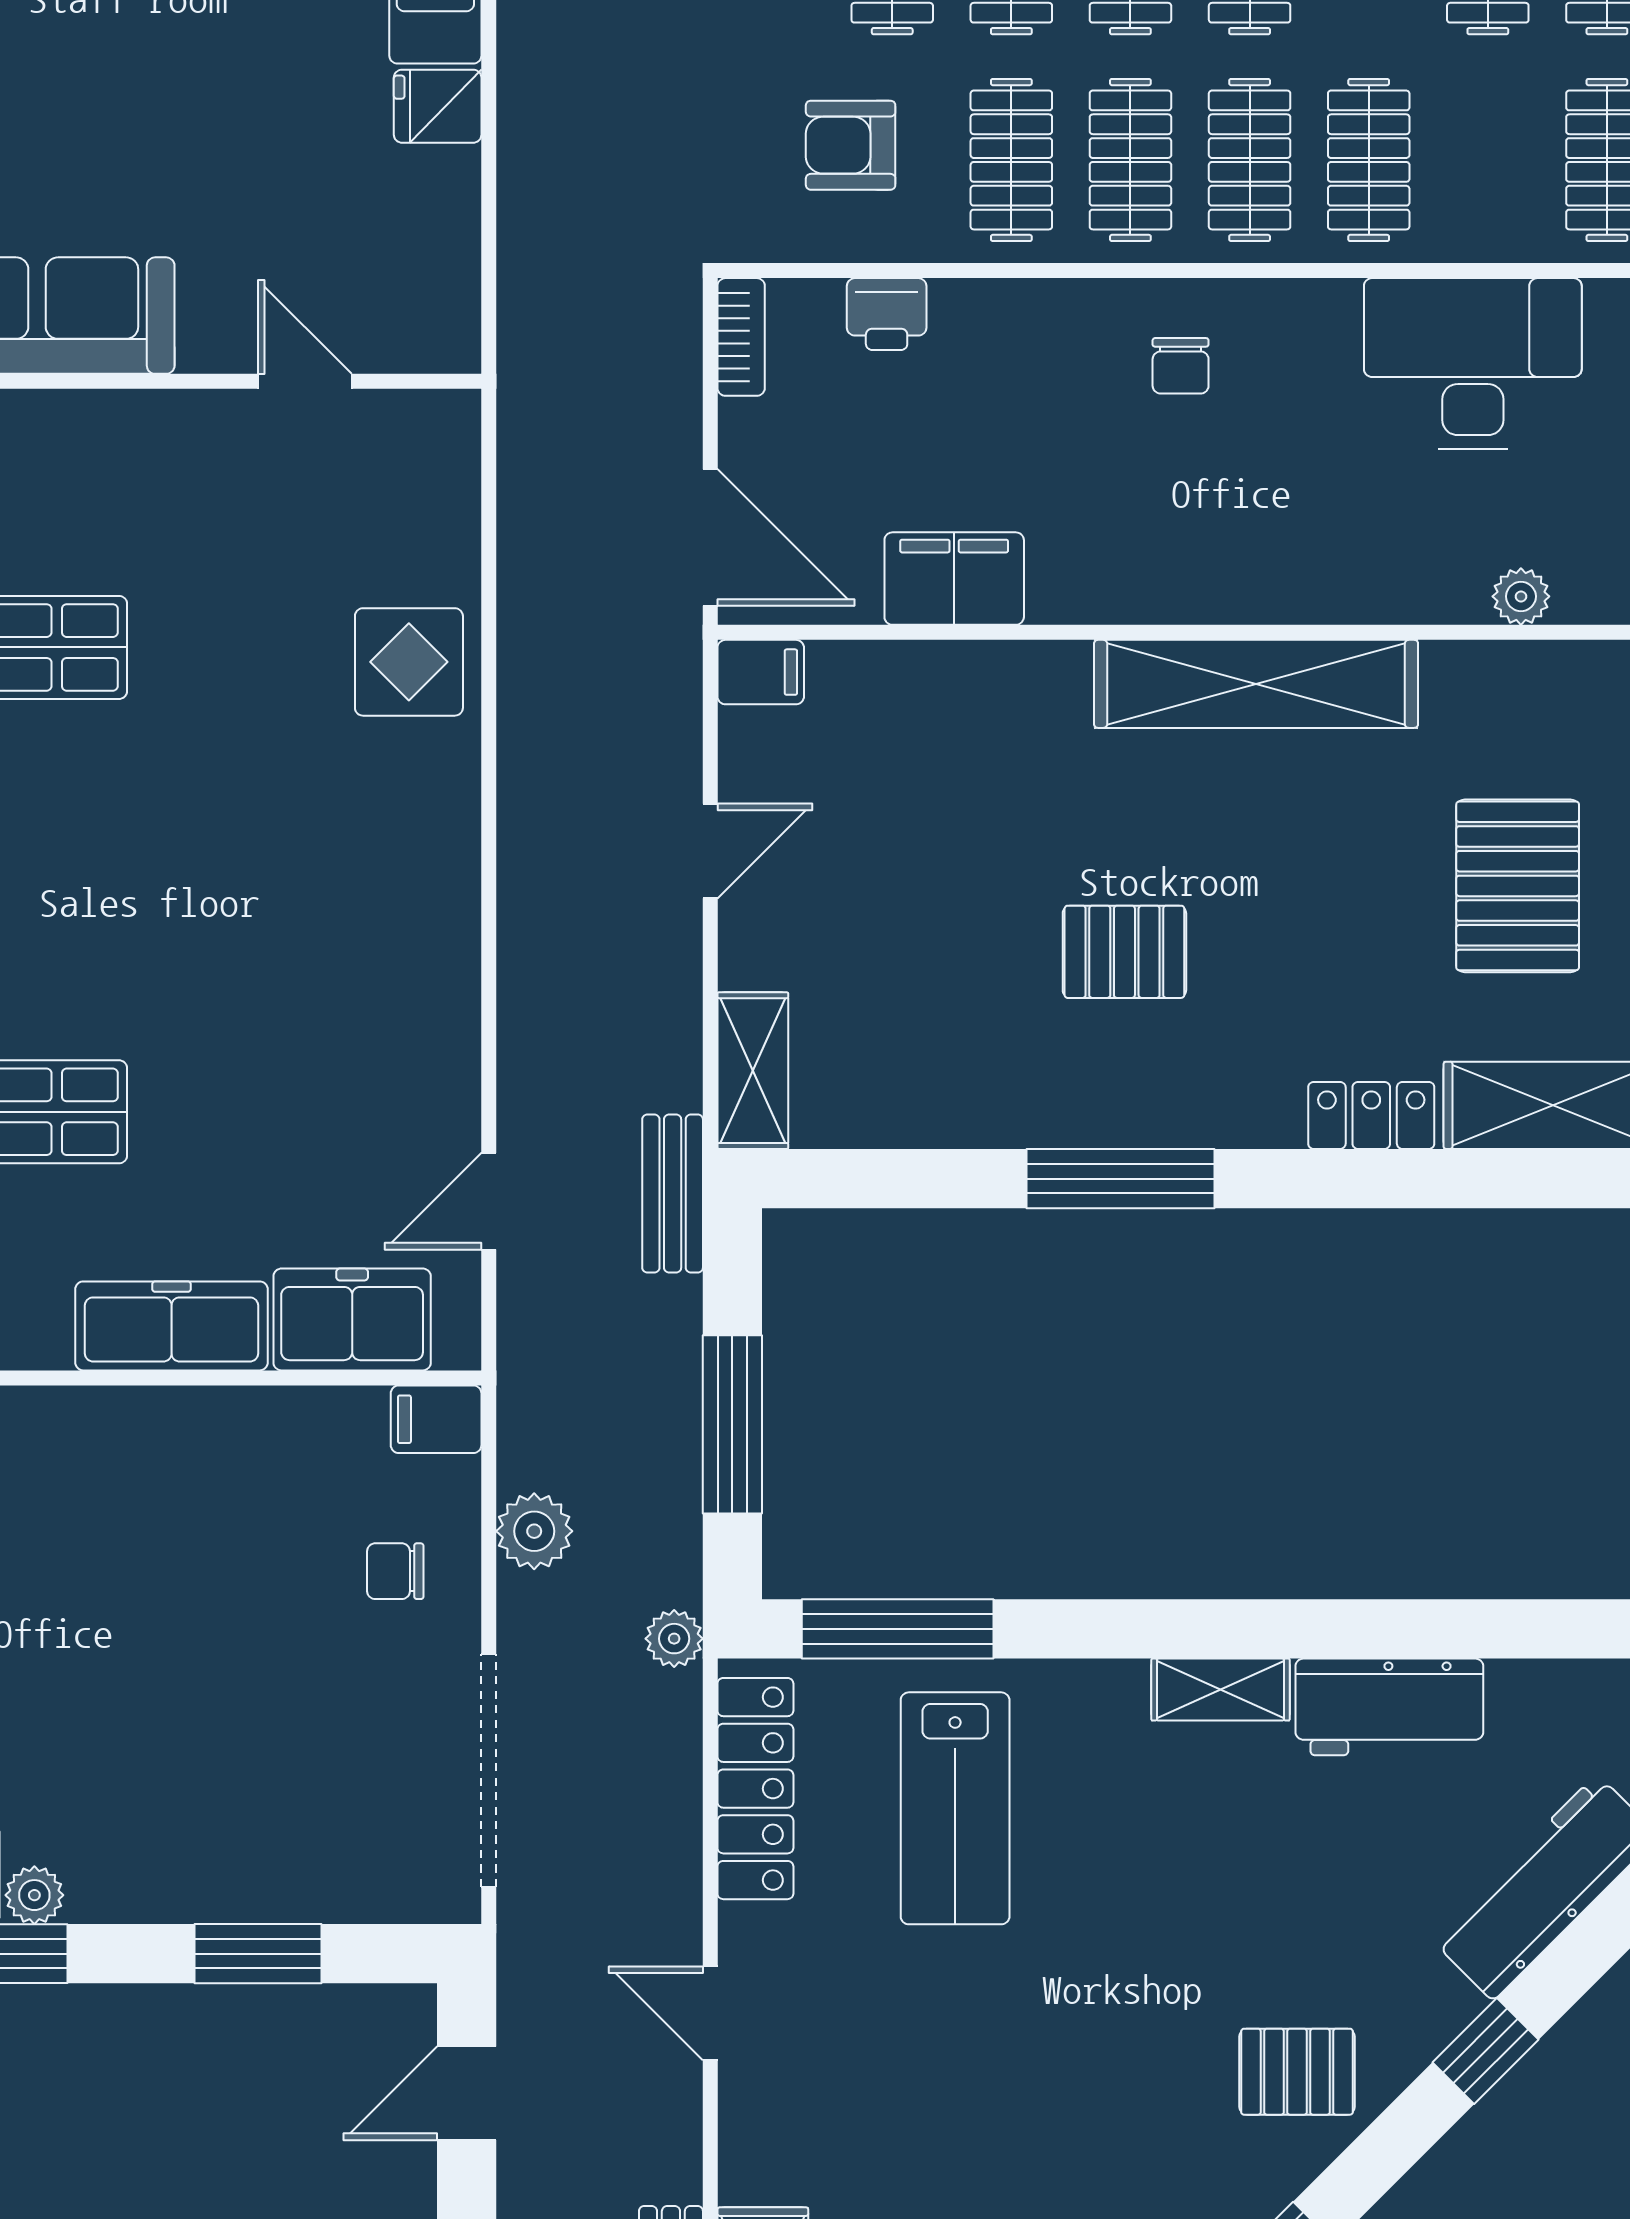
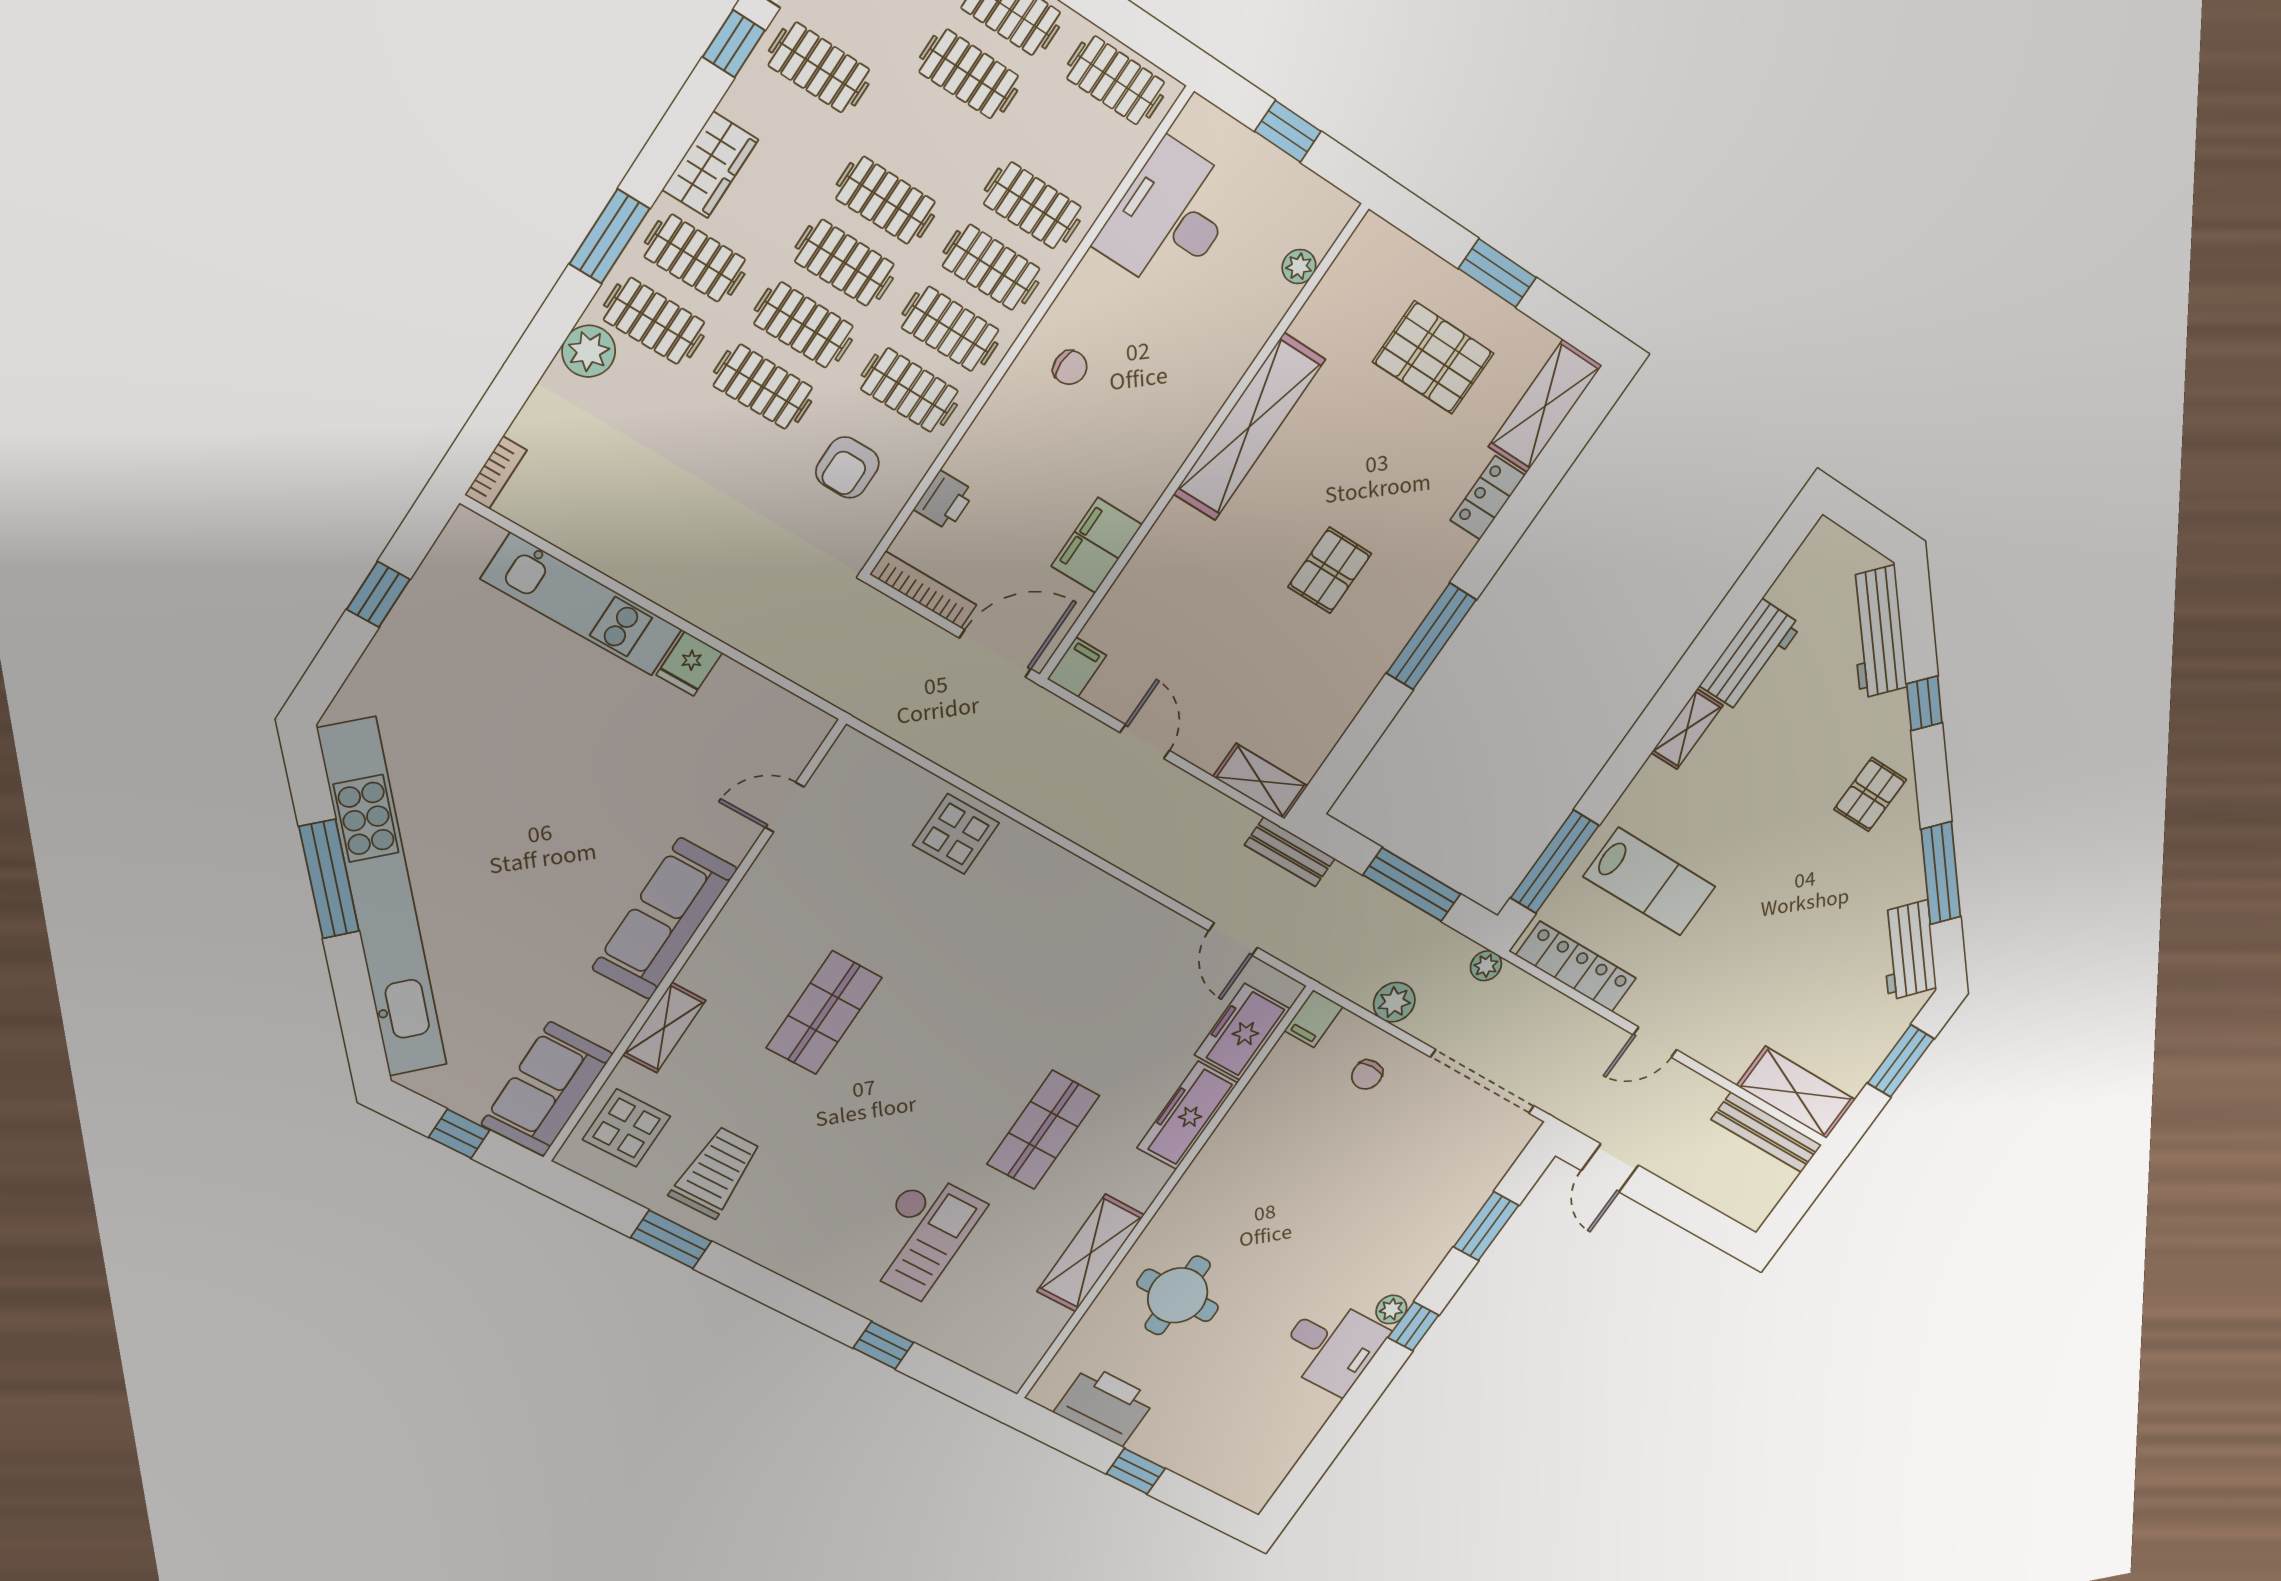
bookcase: (741, 337) -> (923, 590), width x1.56

